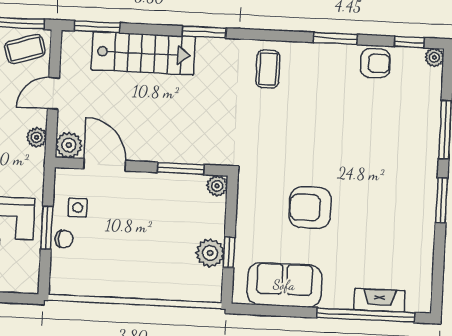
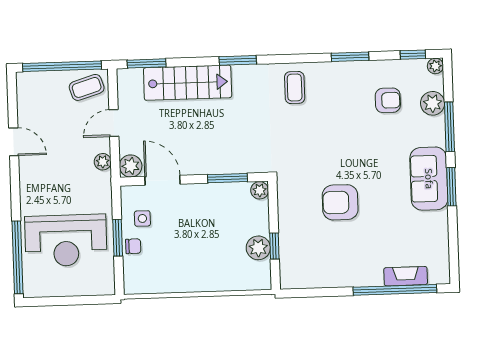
armchair: (375, 63) -> (388, 100), moved
plant: (428, 101) -> (433, 103), added
sofa: (284, 285) -> (429, 179), moved, turned -90

